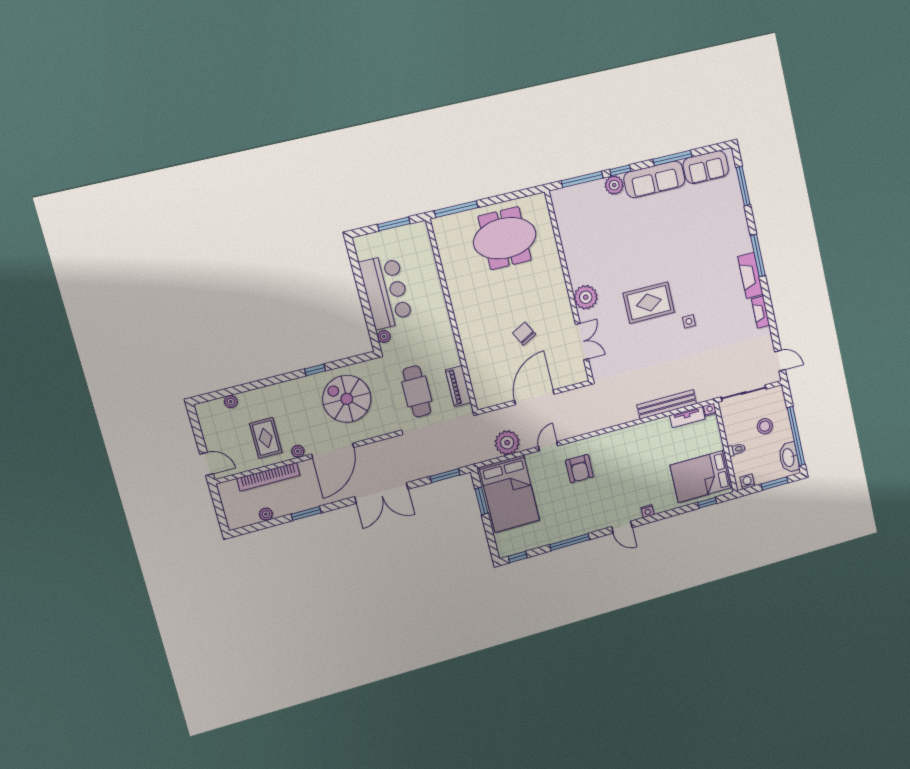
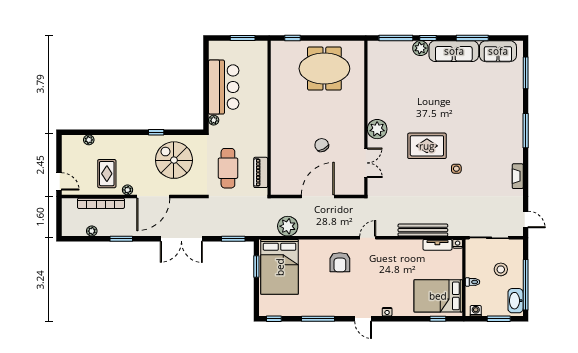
window: (456, 209) -> (292, 38), width x0.46
fireplace: (750, 275) -> (516, 145), removed
door: (548, 446) -> (368, 238), moved

